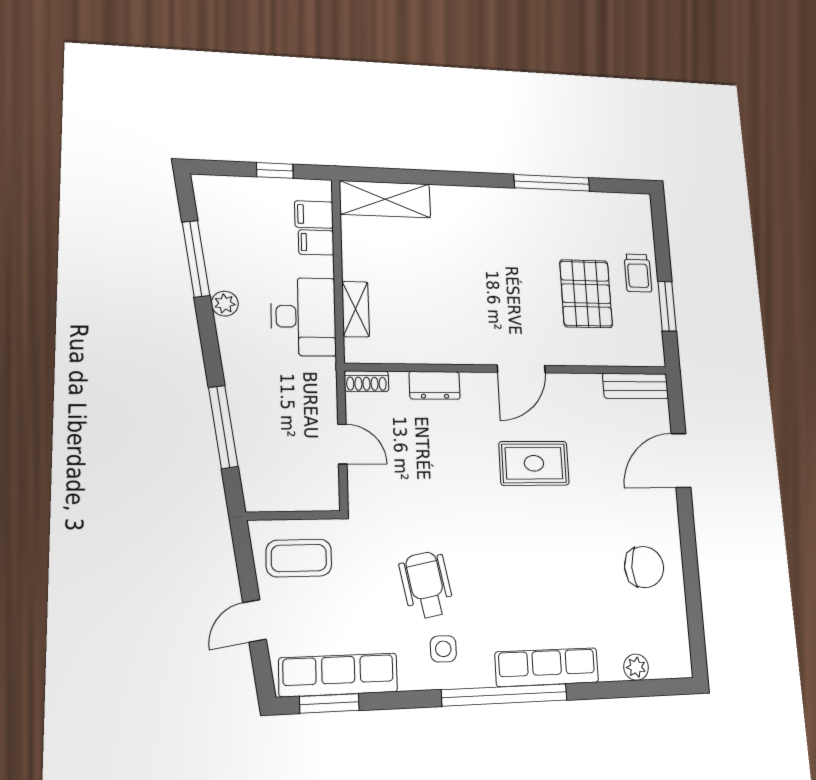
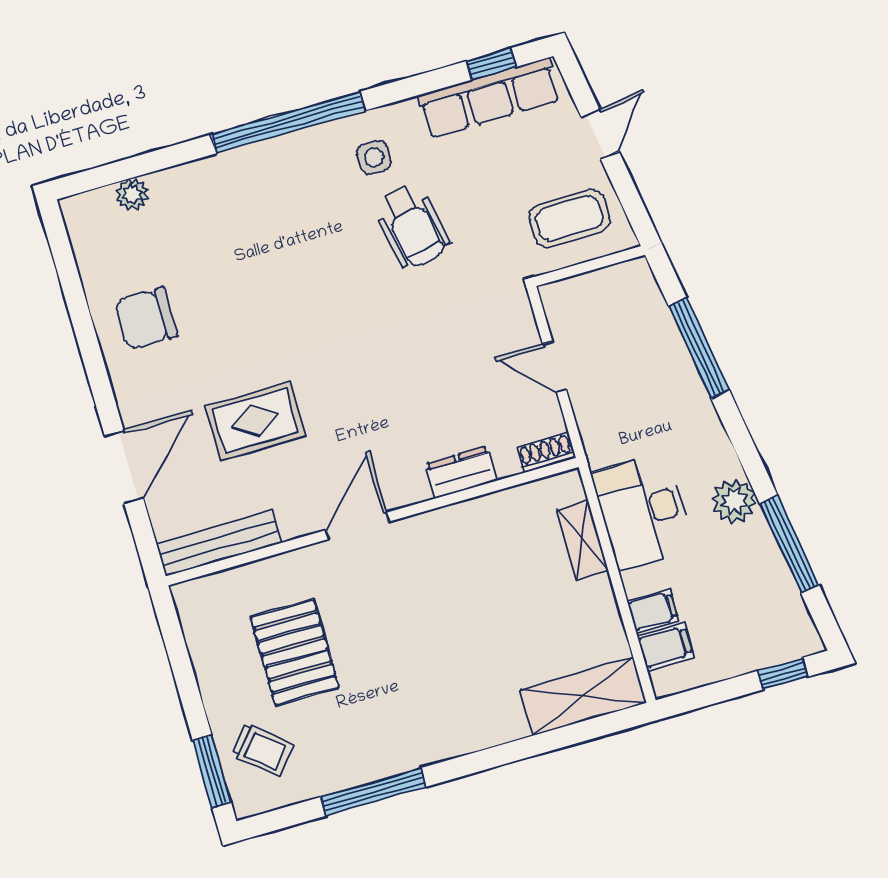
window: (275, 170) -> (783, 674), moved
trolley: (638, 273) -> (262, 749), moved, turned 130
plant: (225, 304) -> (734, 501), width x1.38, depth x1.38
window: (667, 306) -> (212, 771), moved
bench: (636, 386) -> (219, 543), width x1.36
rug: (534, 463) -> (255, 421), moved
row of seats: (547, 667) -> (244, 167), removed
window: (329, 703) -> (491, 64), width x0.67

